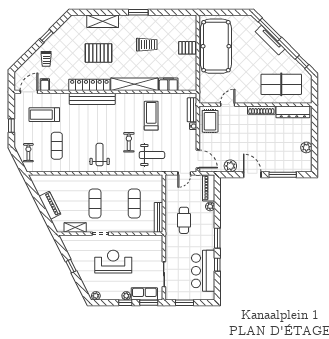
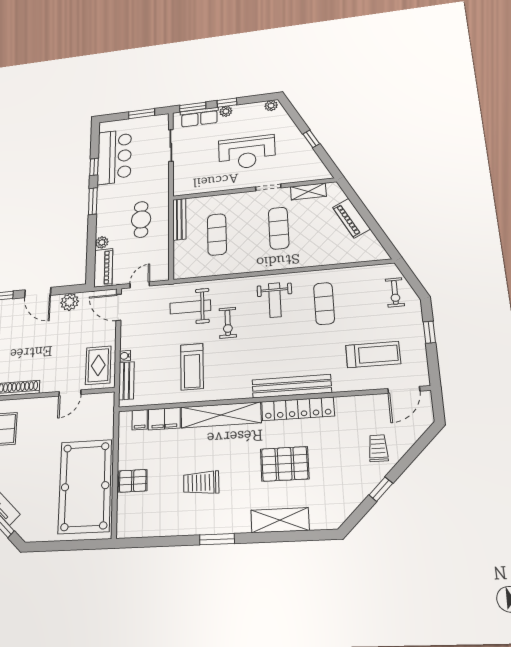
filing cabinet: (45, 85) -> (140, 420), moved
exercise mat: (57, 146) -> (324, 304), moved

